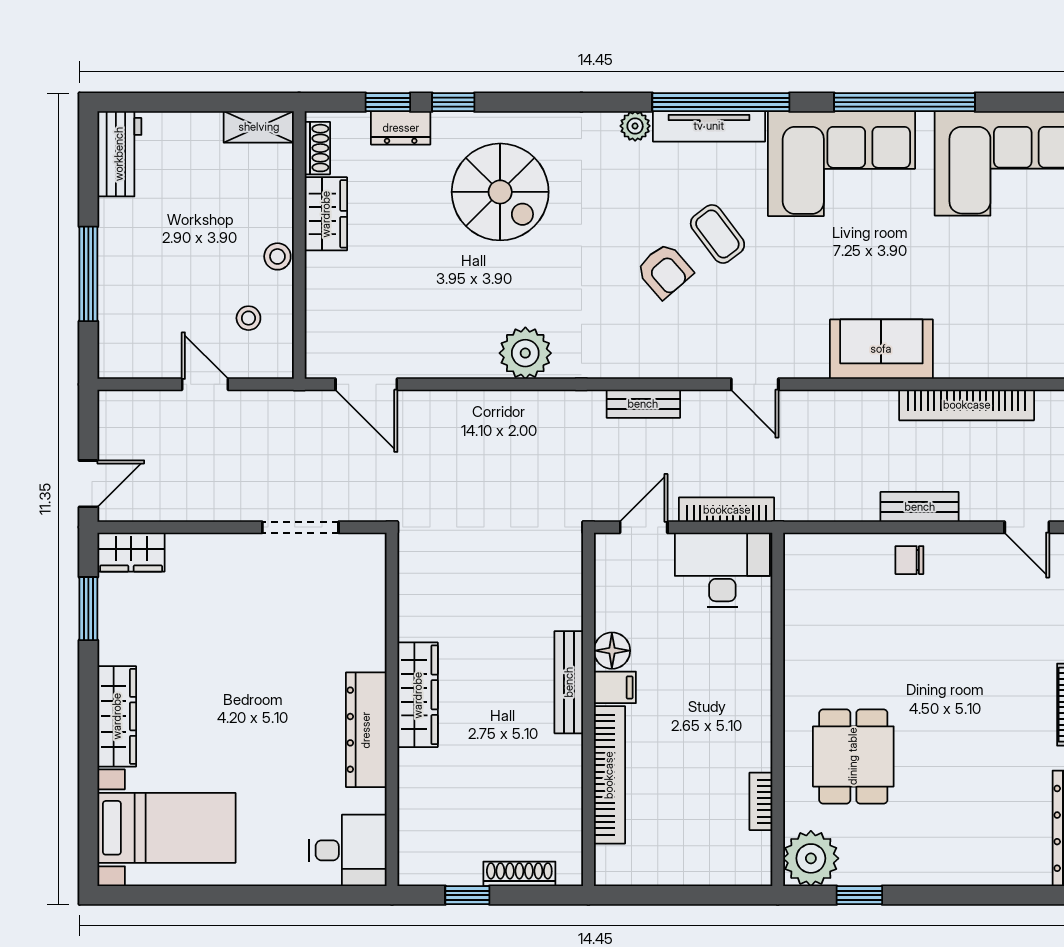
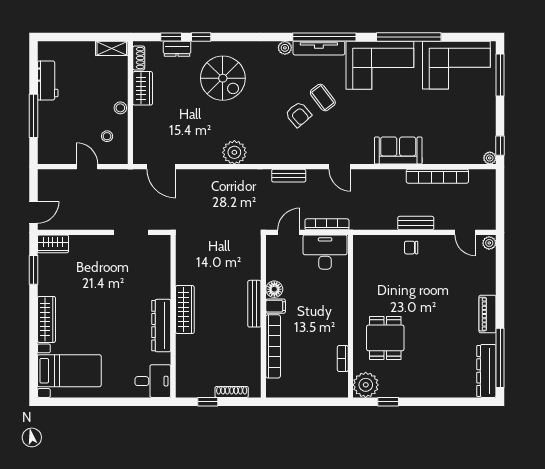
workbench: (119, 154) -> (48, 80), moved

